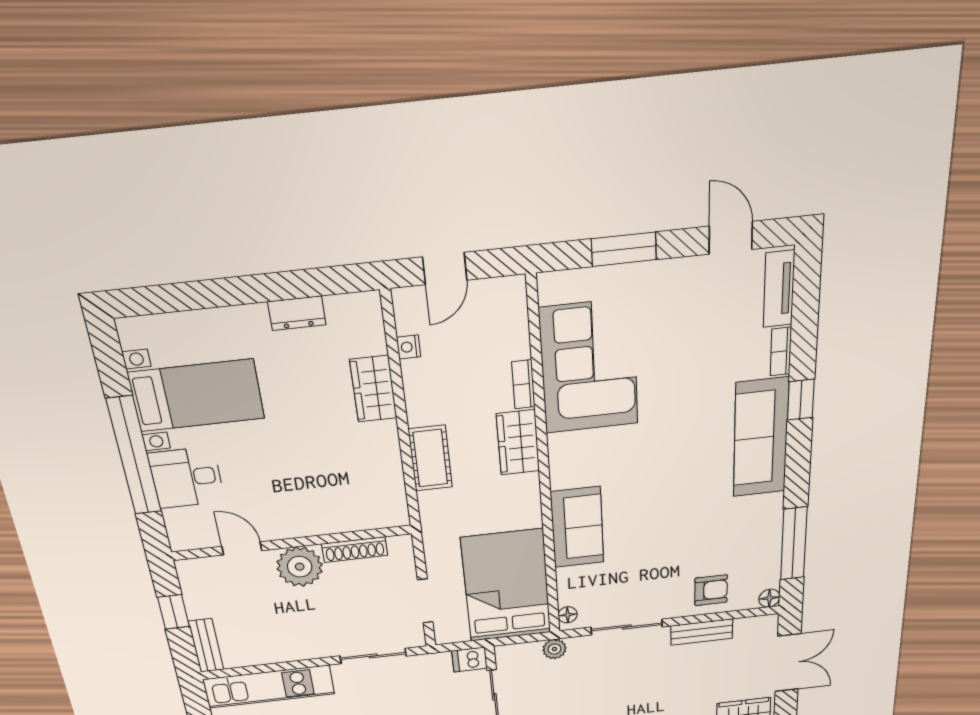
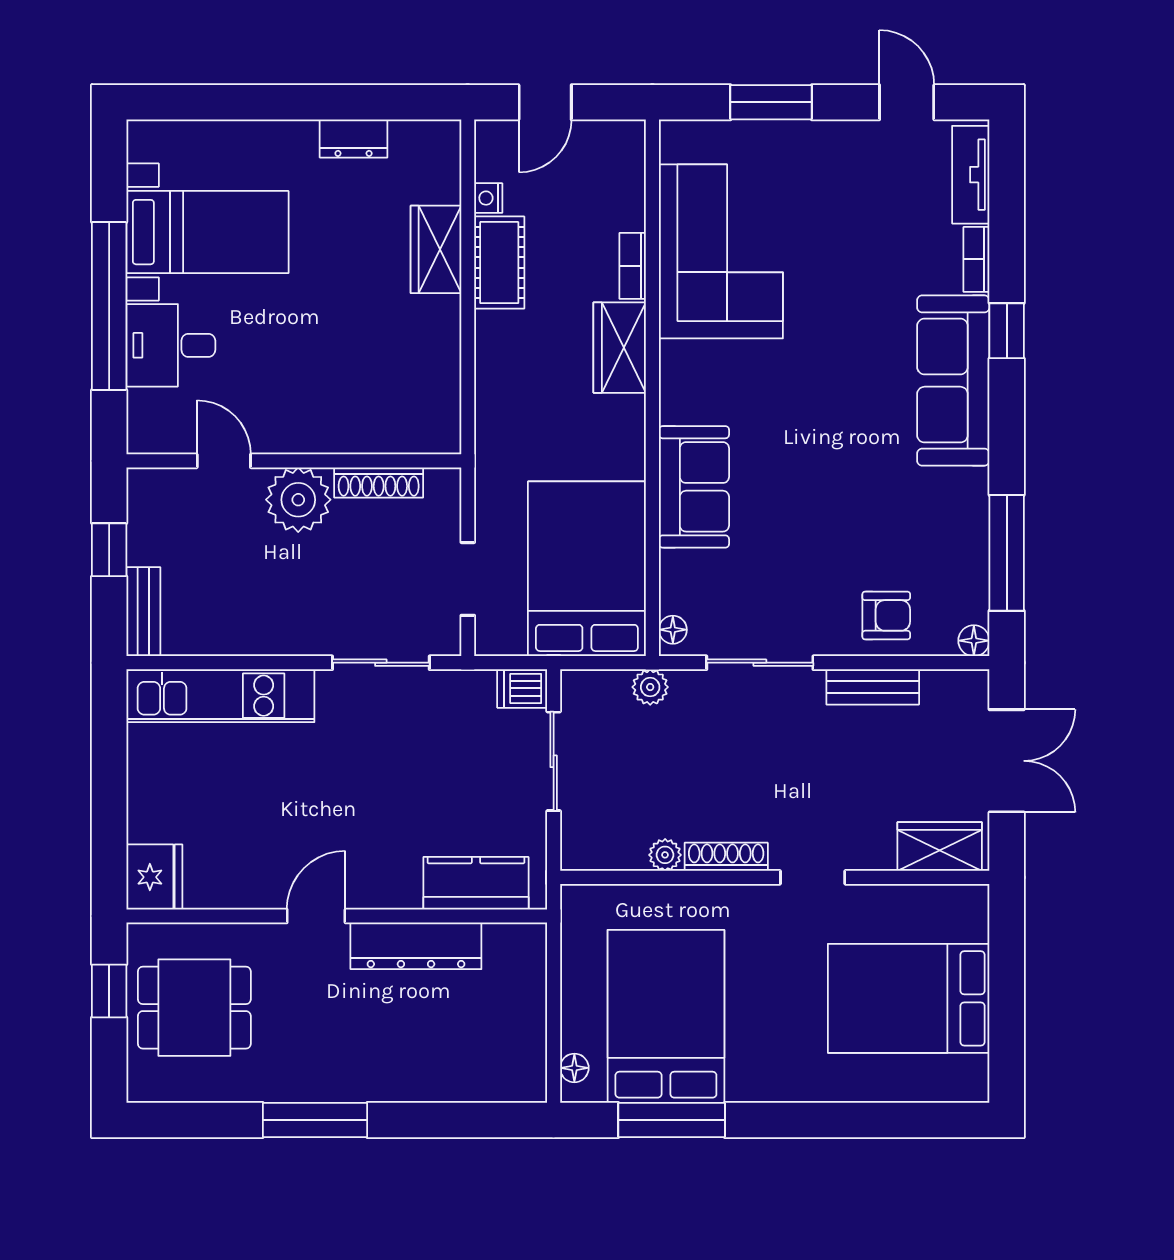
cot: (430, 458) -> (499, 263), moved

